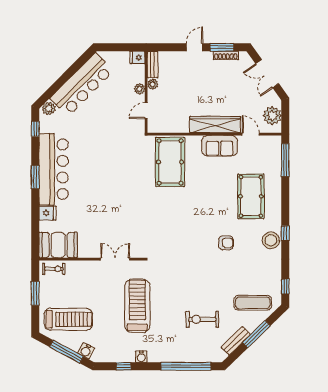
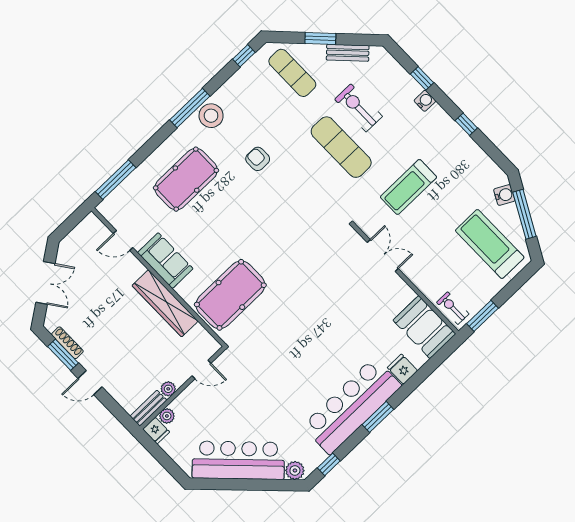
plant: (140, 89) -> (167, 416), moved
plant: (272, 116) -> (83, 236), removed
wardrobe: (215, 125) -> (165, 303), moved
door: (251, 134) -> (123, 241), hinge flipped
window: (285, 233) -> (190, 108), width x2.17
double door: (115, 259) -> (383, 255), swing flipped
exercise mat: (191, 291) -> (341, 147), added
window: (35, 293) -> (482, 316), moved
treadmill: (137, 306) -> (408, 187), width x0.73, depth x0.73
exercise bike: (202, 319) -> (358, 108), turned 180
window: (256, 334) -> (320, 38), width x0.69
water cooler: (141, 357) -> (425, 101), moved
window: (124, 366) -> (466, 124), moved
window: (186, 366) -> (422, 78), width x0.32

